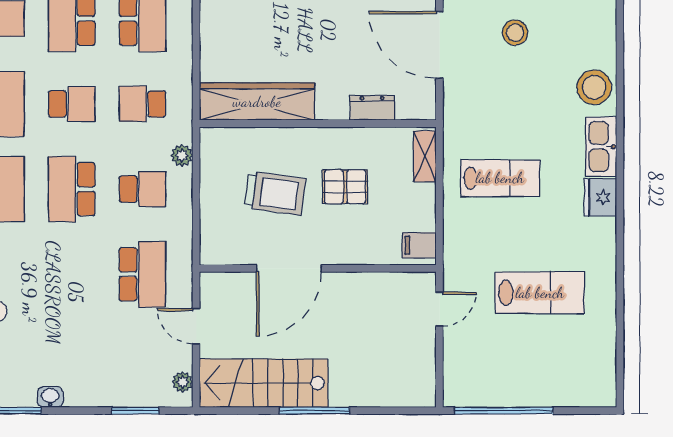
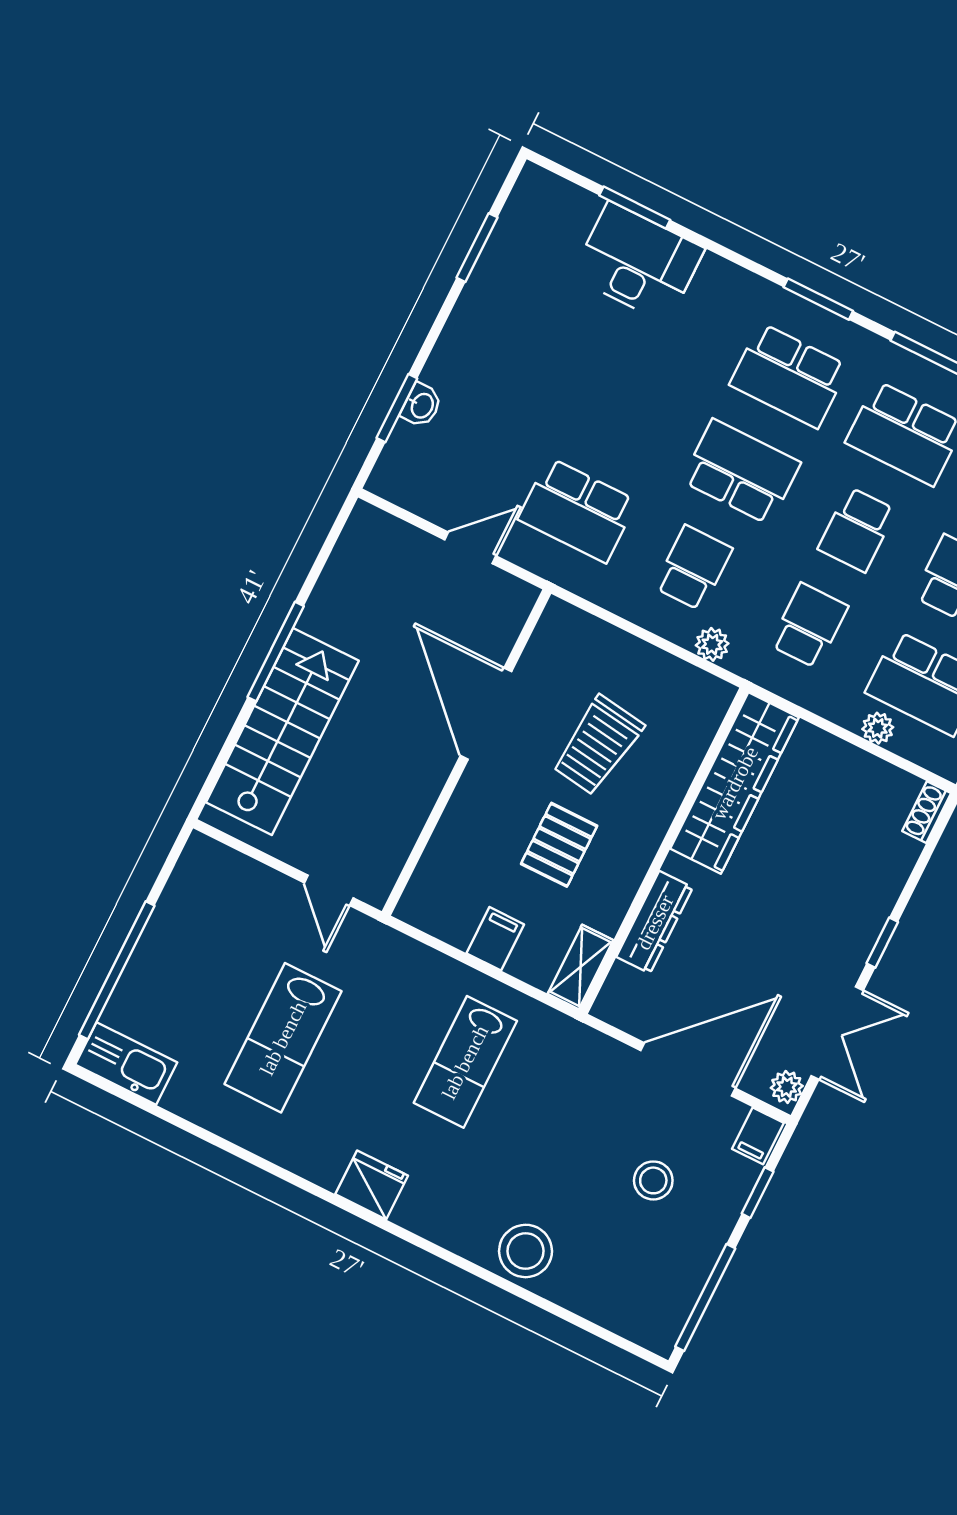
dresser: (372, 108) -> (655, 922), width x1.44
kitchen sink: (601, 147) -> (126, 1063), moved
shelving: (425, 156) -> (581, 967), moved, turned 90
school desk: (142, 189) -> (693, 568), turned 180
filing cabinet: (419, 245) -> (495, 939), moved
plant: (183, 382) -> (878, 728), moved
stairs: (264, 383) -> (282, 732), moved
washbasin: (50, 397) -> (421, 405), moved
window: (504, 411) -> (117, 970), moved

